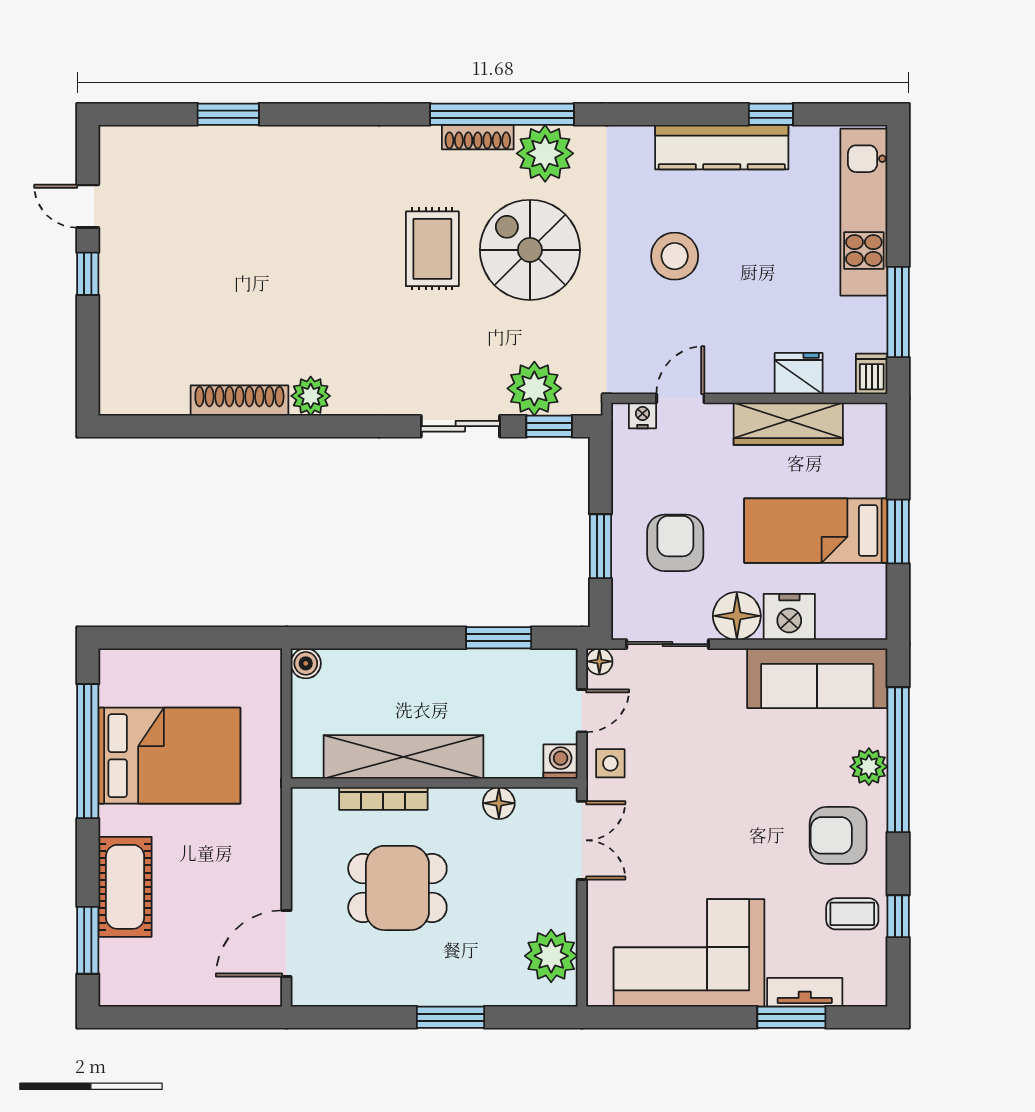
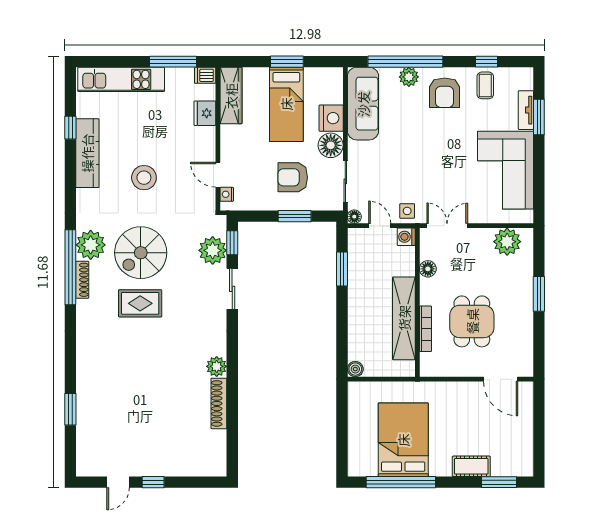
wardrobe: (788, 424) -> (231, 96), moved
cot: (125, 887) -> (471, 466), width x0.73, depth x0.75

